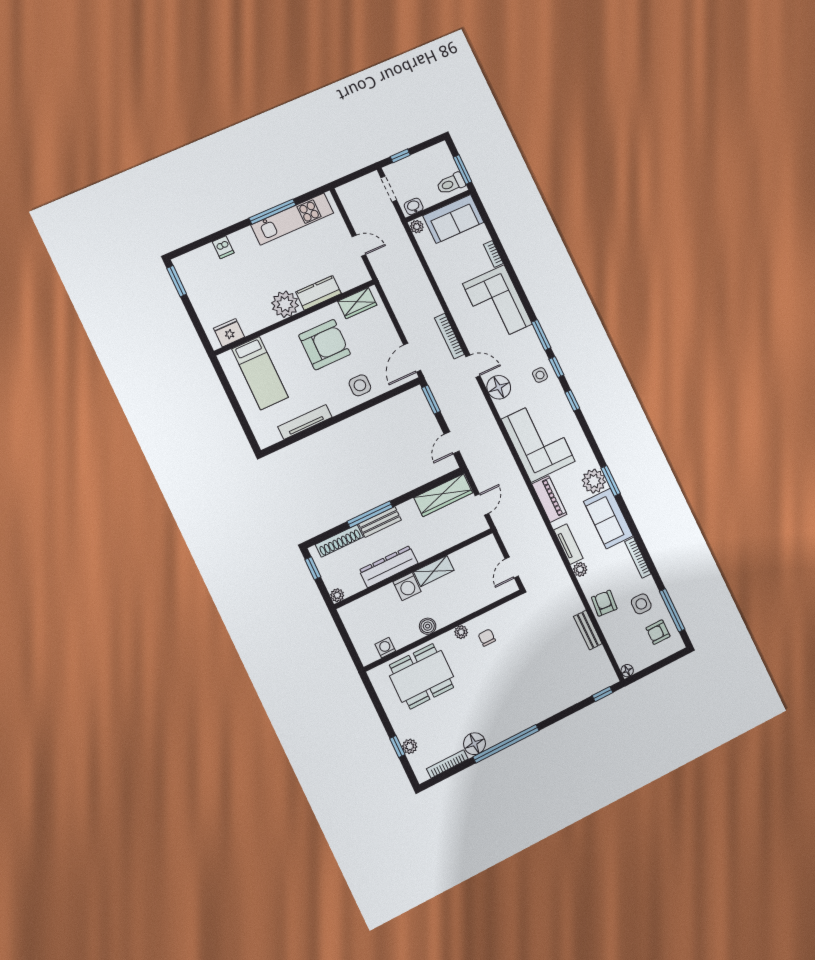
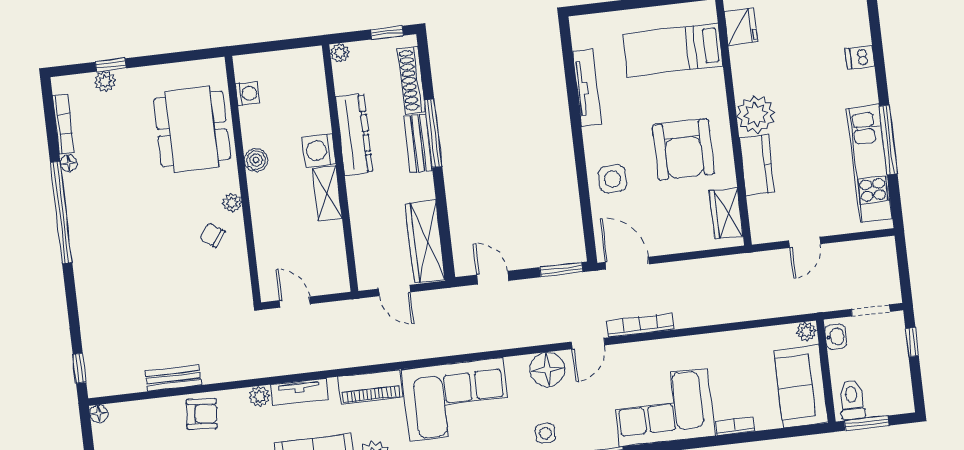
chair: (487, 638) -> (212, 235), turned -144
floor lamp: (474, 744) -> (69, 163), width x0.53, depth x0.53

